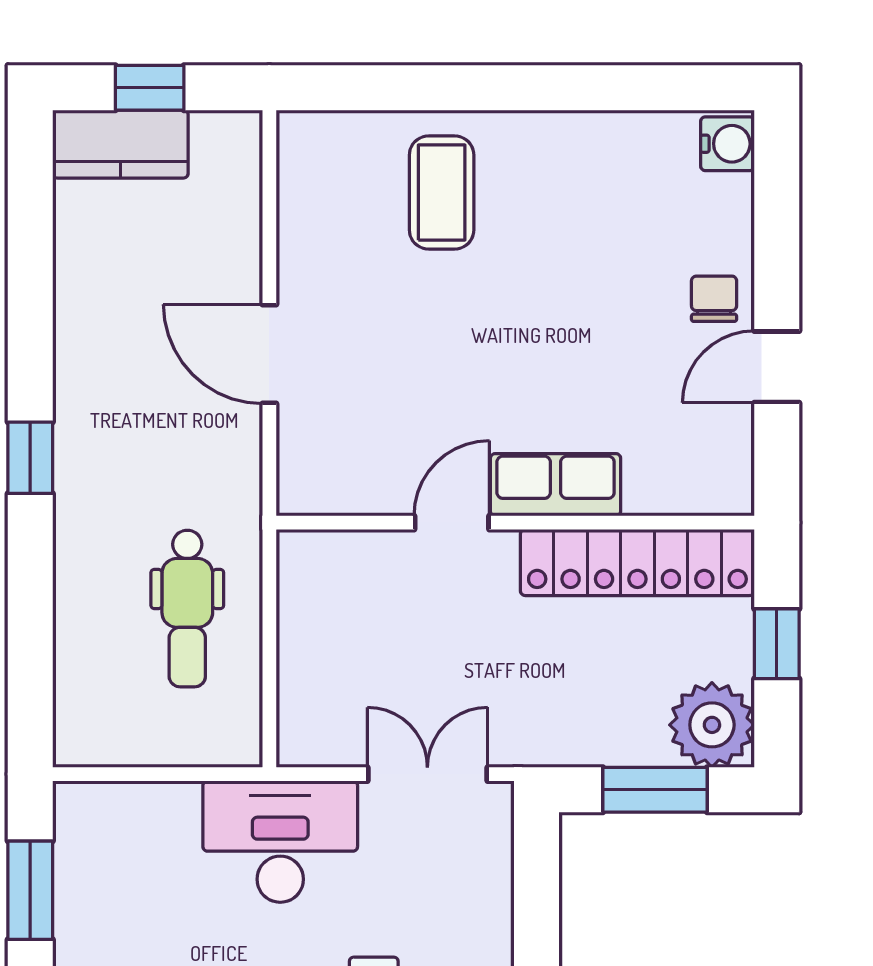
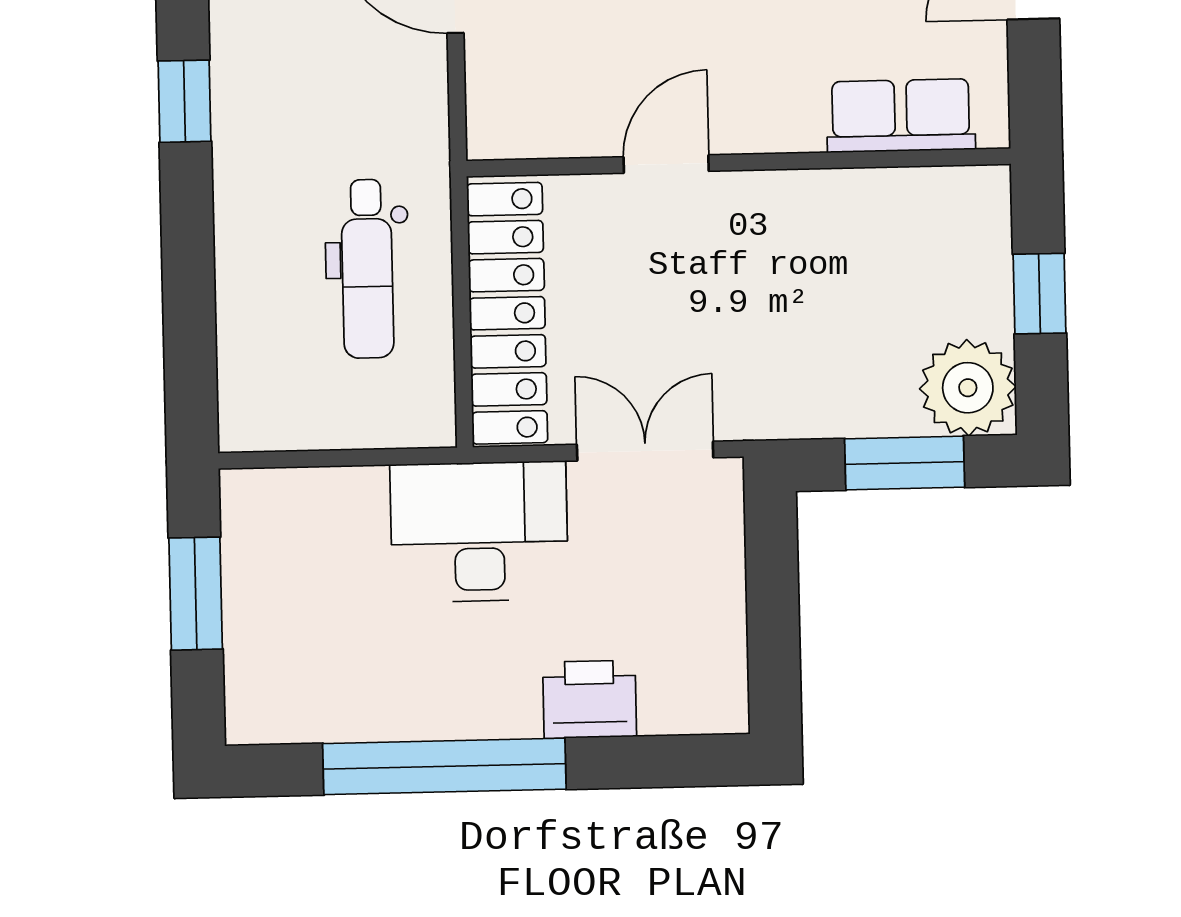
row of seats: (556, 485) -> (901, 116), moved
locker: (637, 562) -> (507, 313), moved, turned -90

